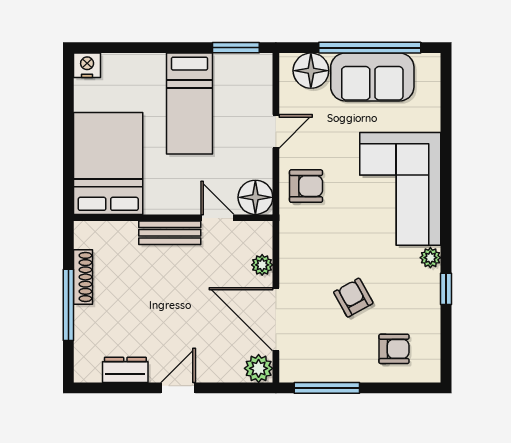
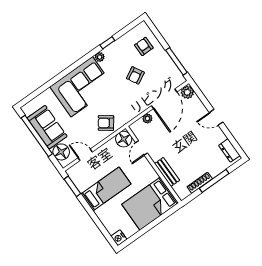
door: (276, 131) -> (85, 155), moved
armchair: (306, 186) -> (106, 123), turned -54
bench: (170, 233) -> (167, 172), moved
dresser: (125, 370) -> (229, 150), moved

